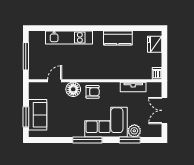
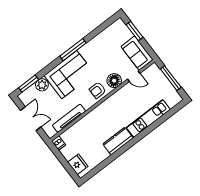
kitchen counter: (118, 38) -> (118, 141), moved
door: (55, 81) -> (134, 76), hinge flipped
tv unit: (133, 87) -> (69, 118), width x1.41
sofa: (38, 115) -> (137, 53), moved
window: (130, 140) -> (29, 84), moved

